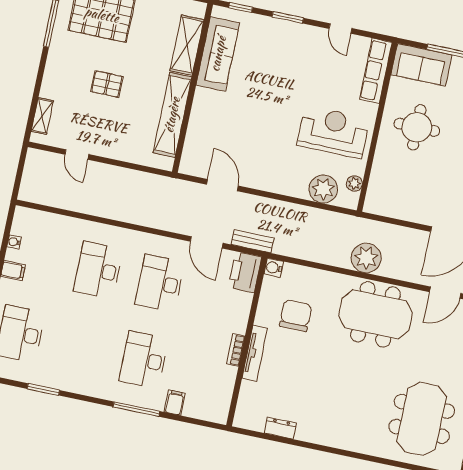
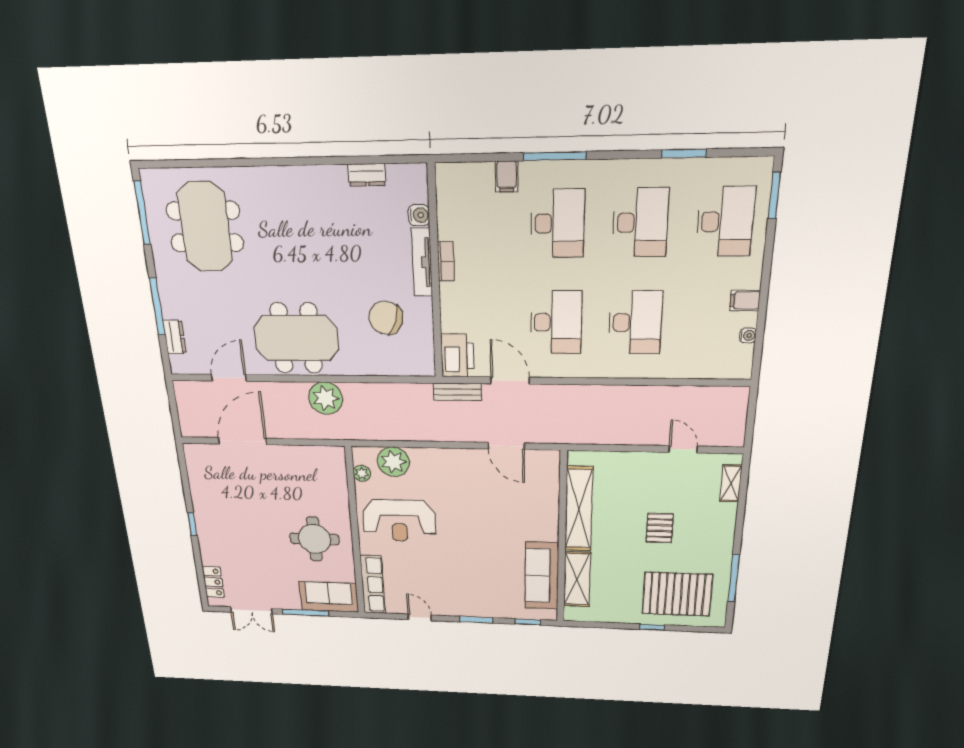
pallet: (107, 84) -> (660, 528), turned 90
water cooler: (274, 268) -> (419, 215), moved
chair: (296, 315) -> (386, 318), turned 108
desk: (82, 347) -> (640, 223), added

